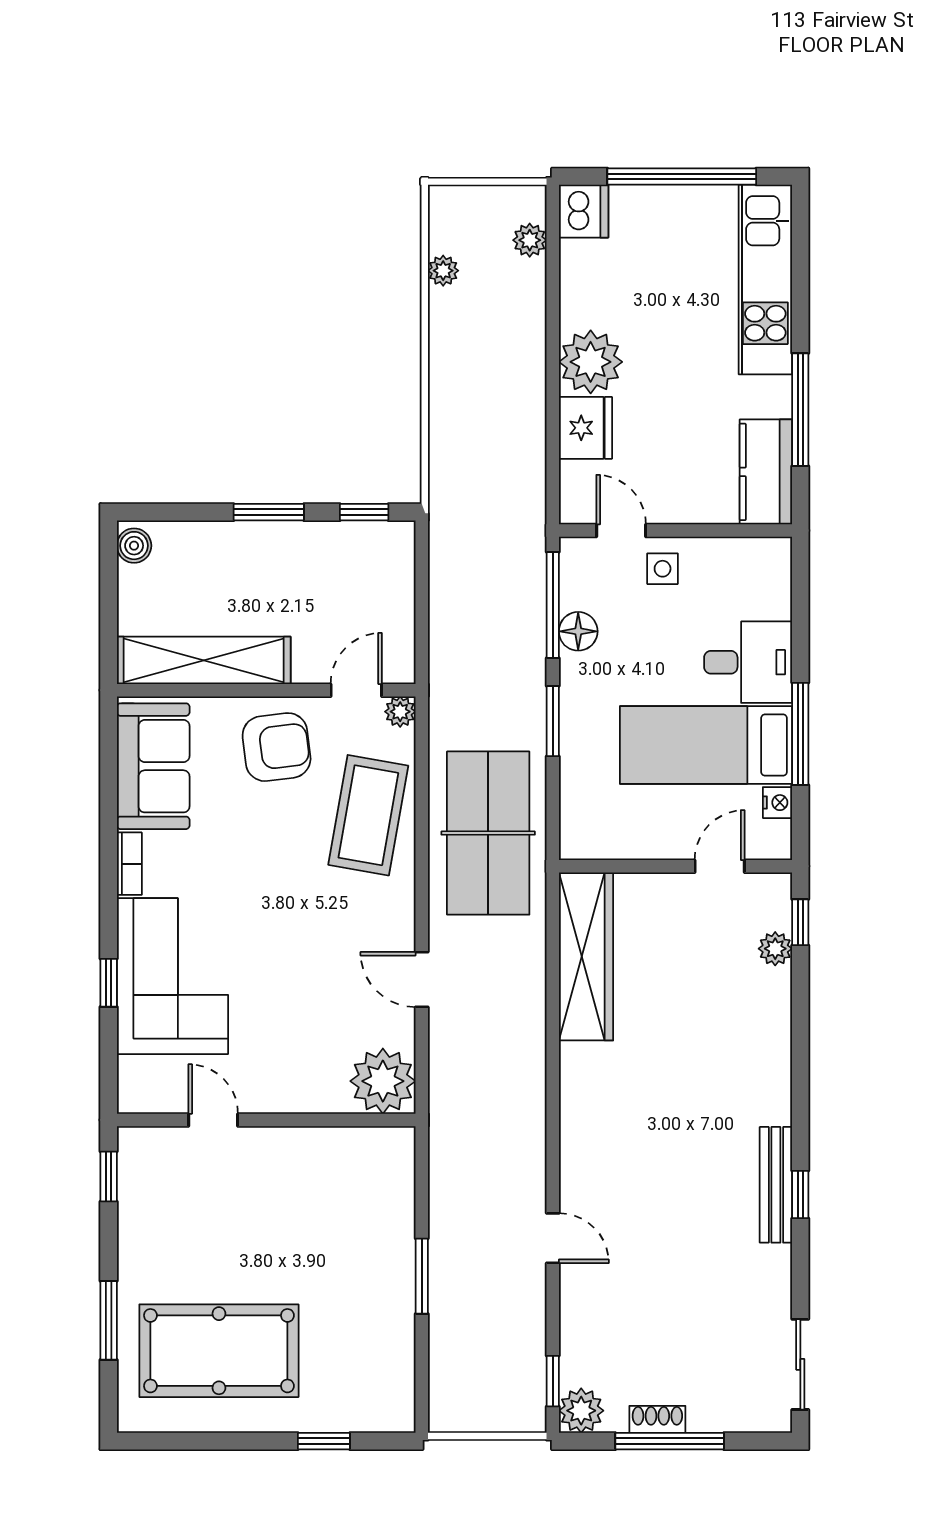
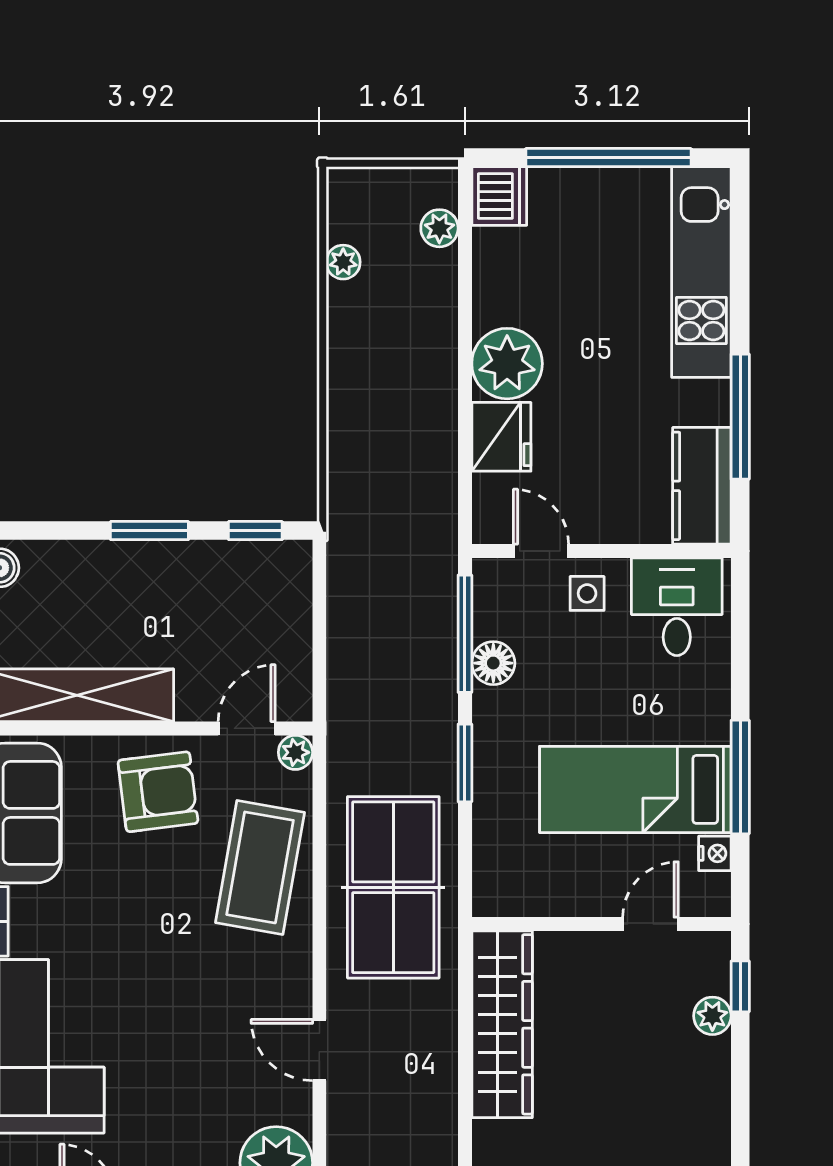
desk: (748, 662) -> (677, 607), moved, turned -90

